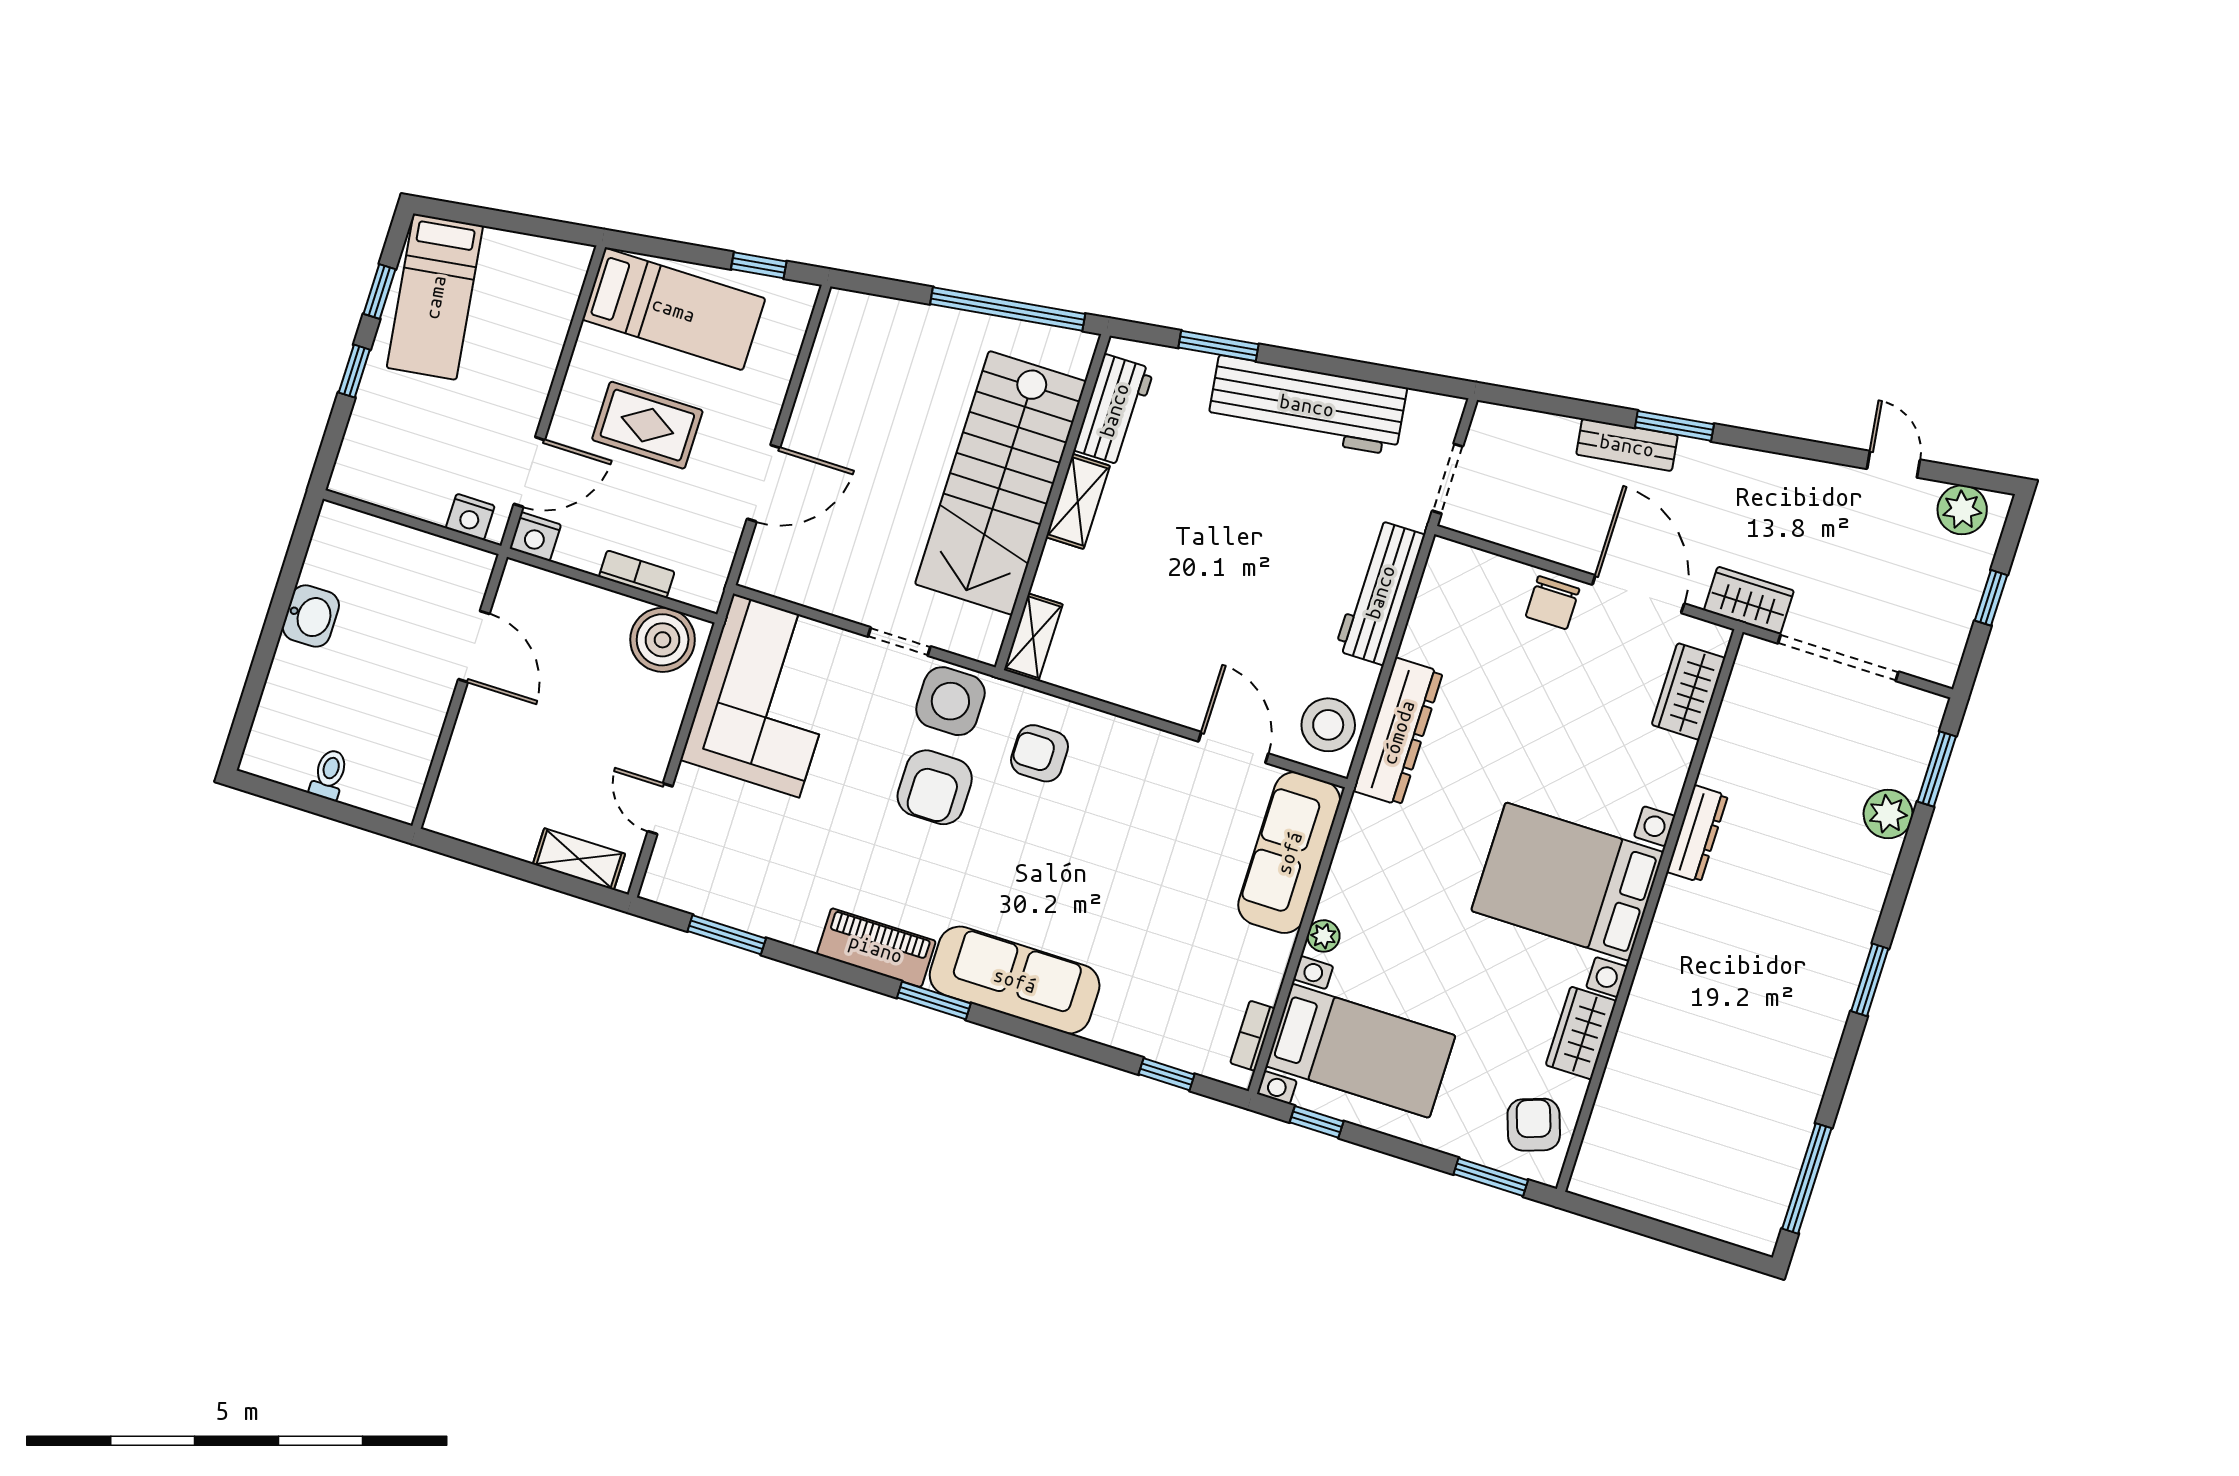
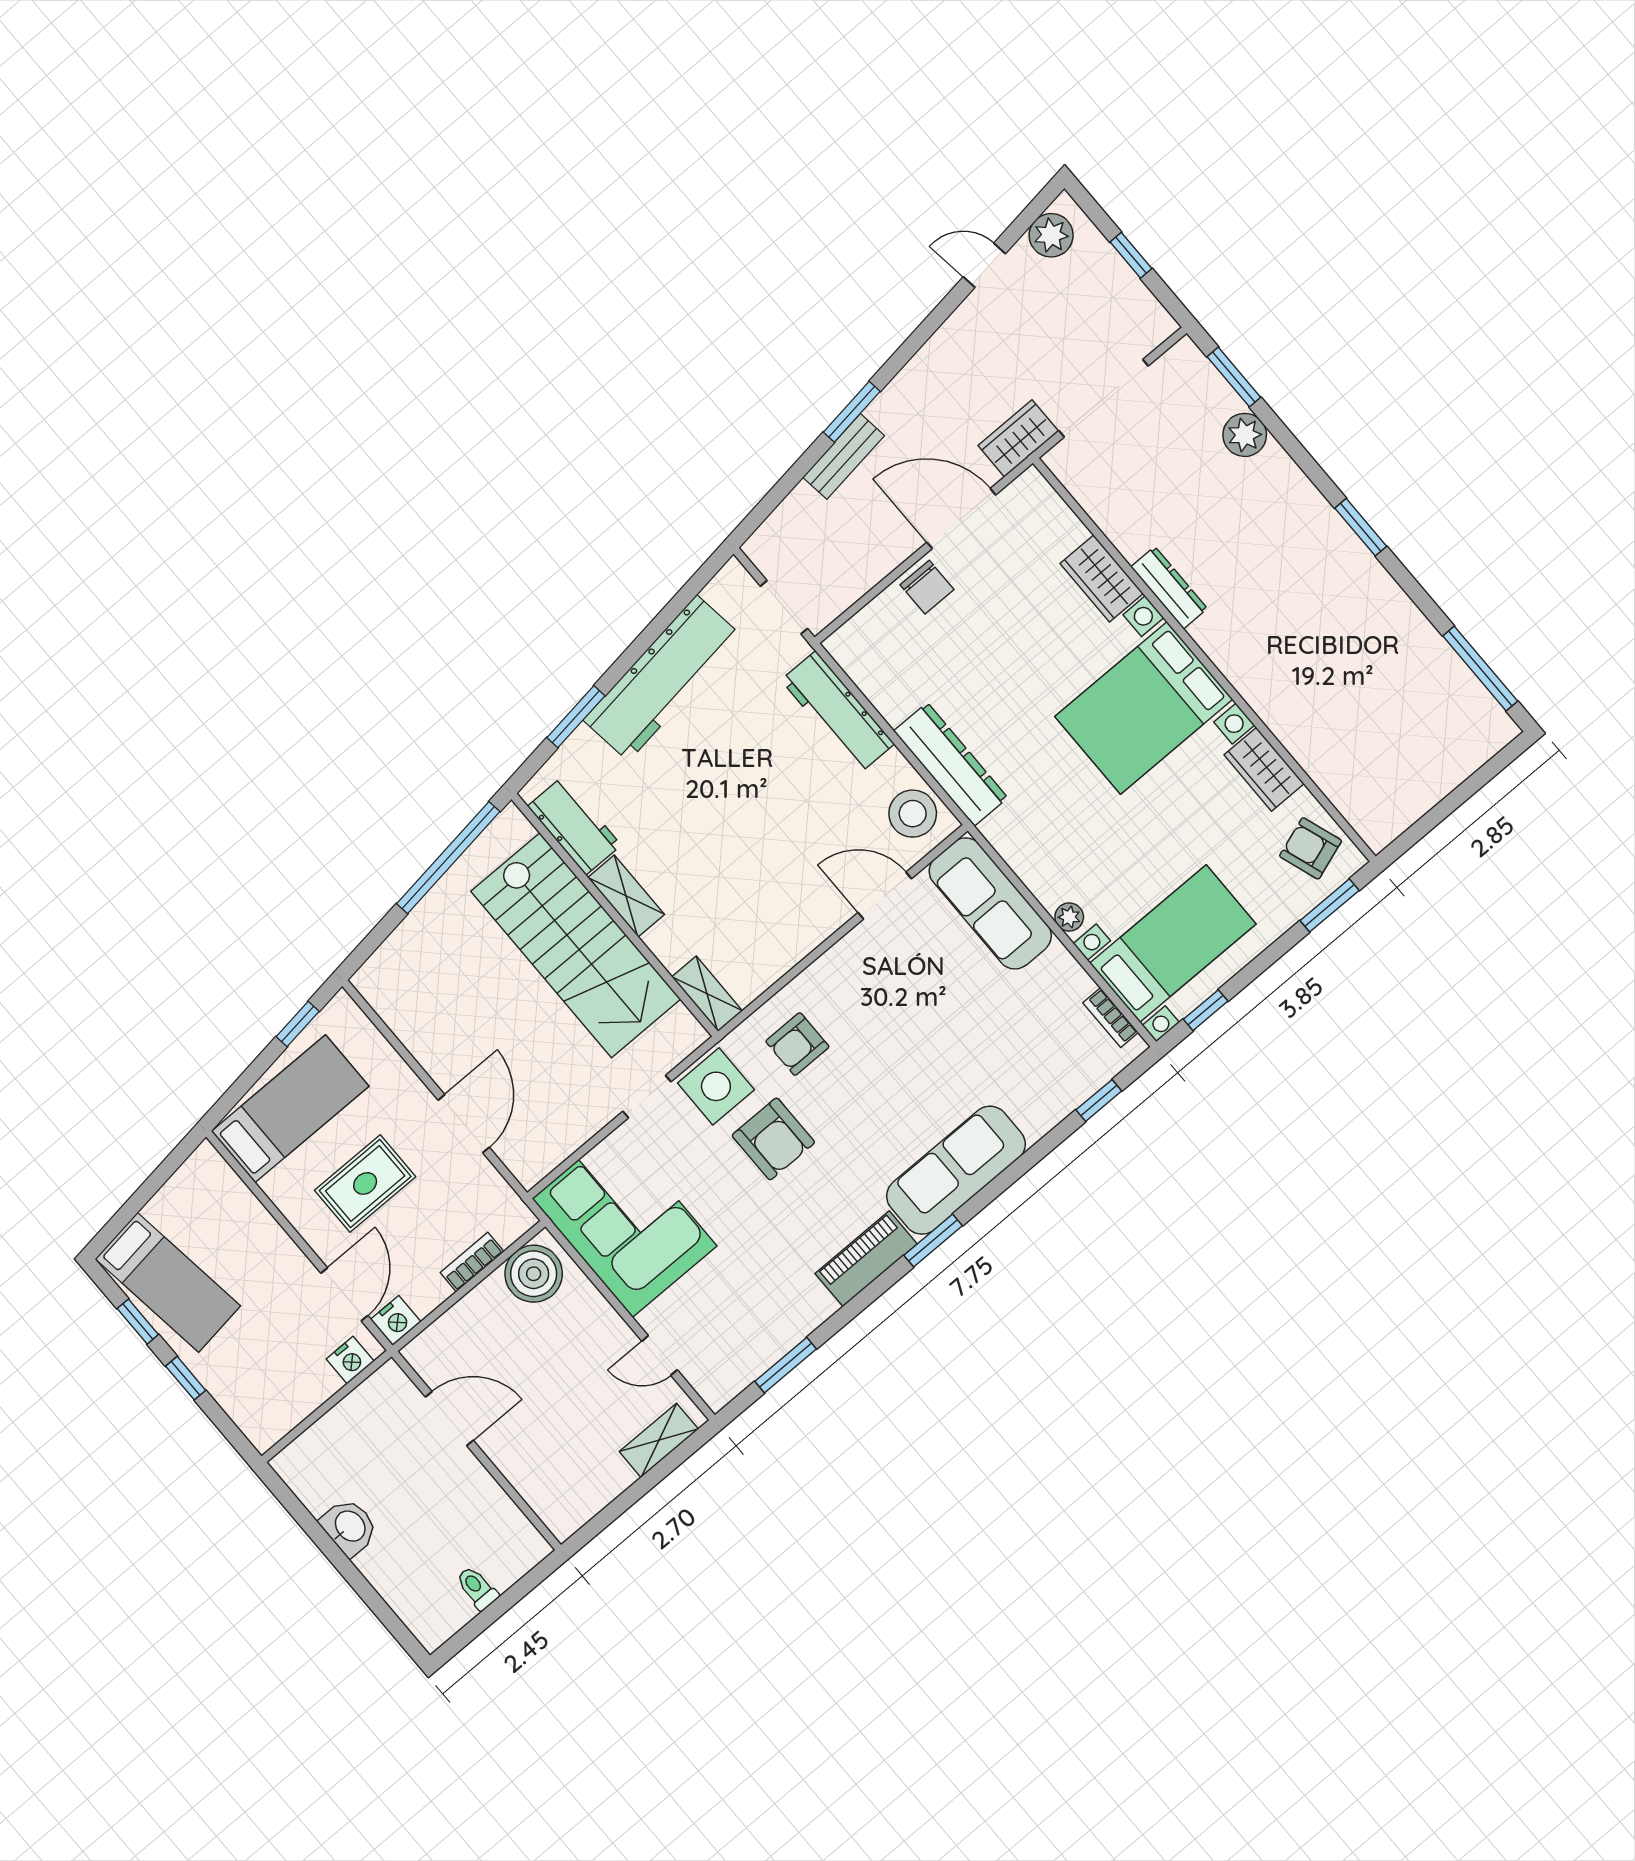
wardrobe: (1688, 691) -> (1102, 579), moved

